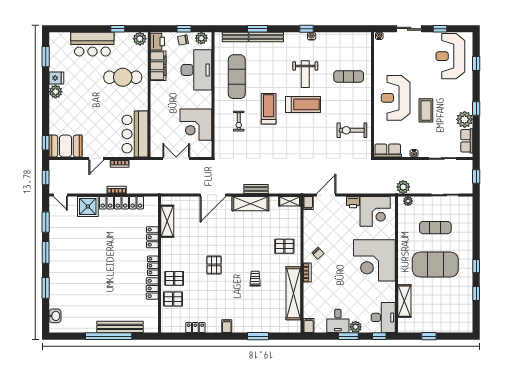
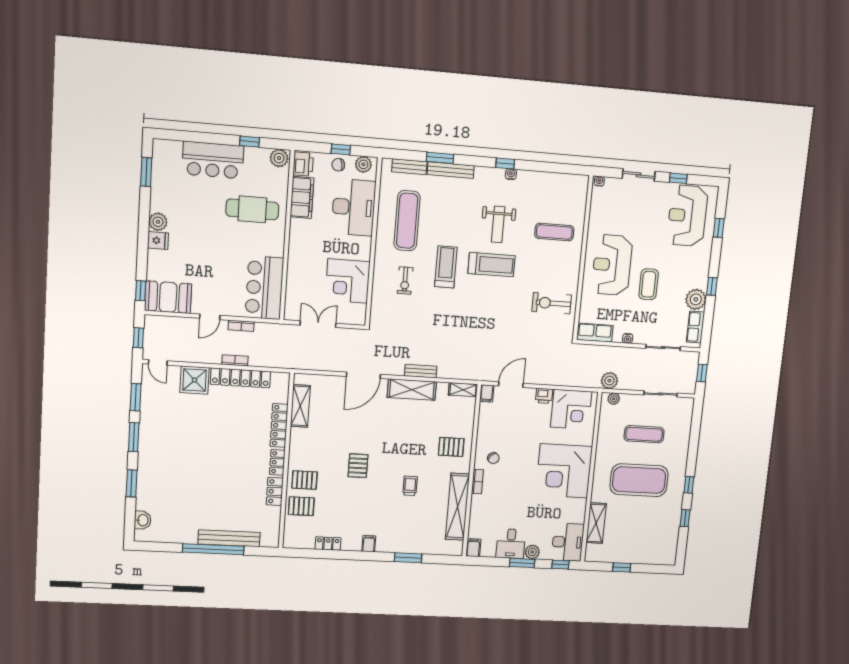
fridge: (56, 78) -> (158, 241), moved
locker: (152, 237) -> (279, 425), width x1.53

